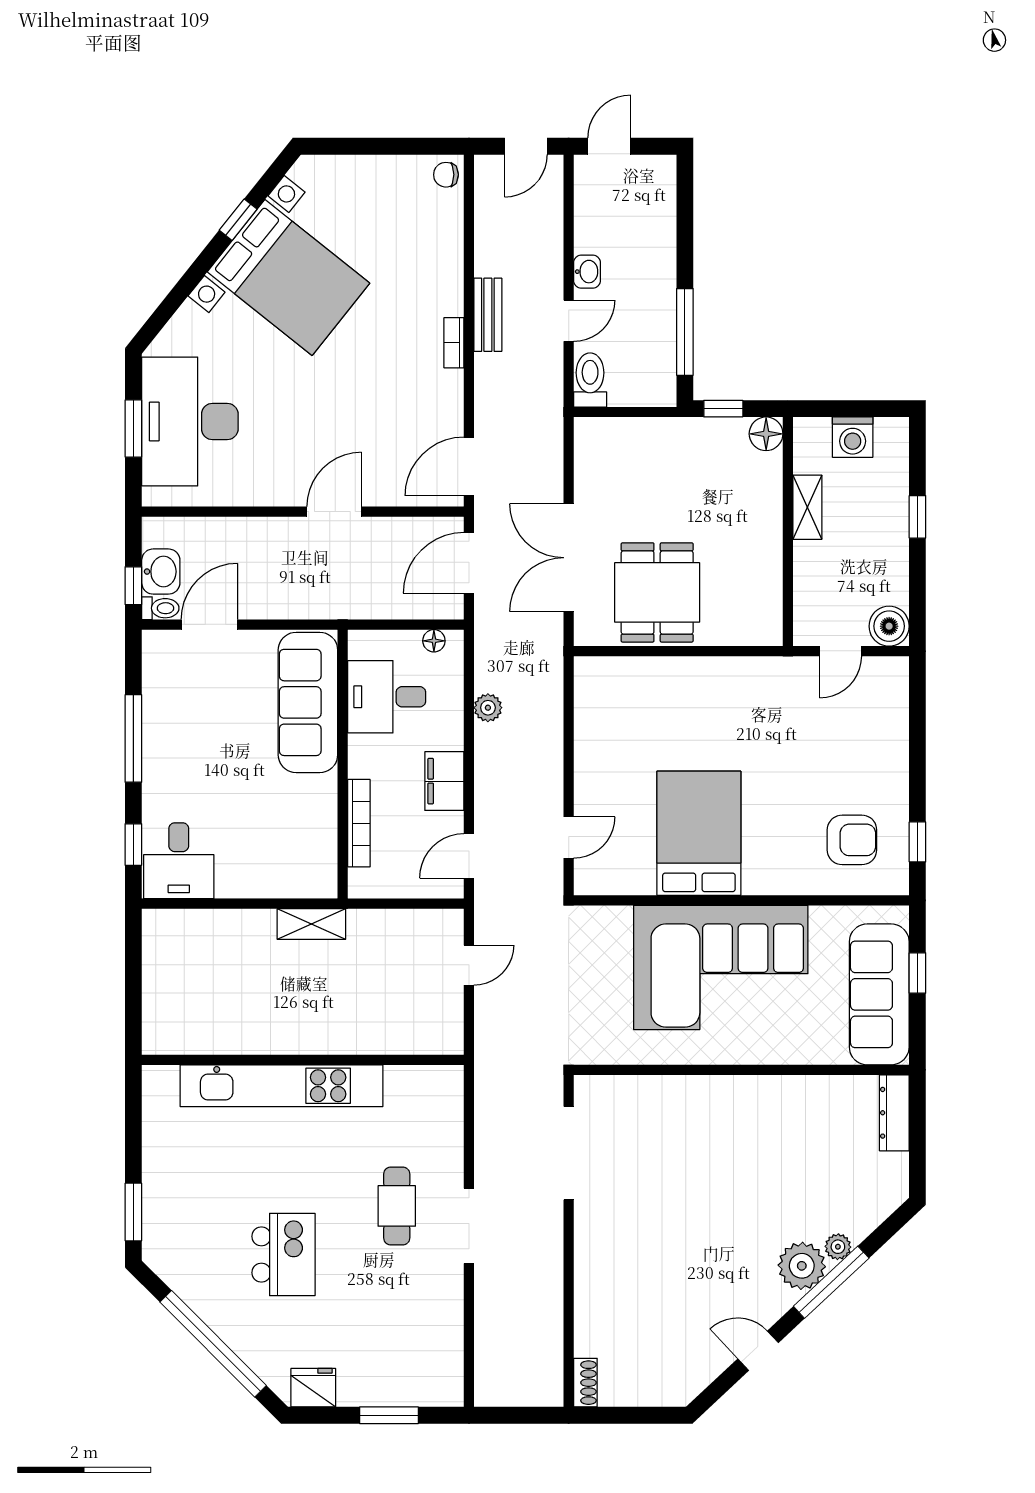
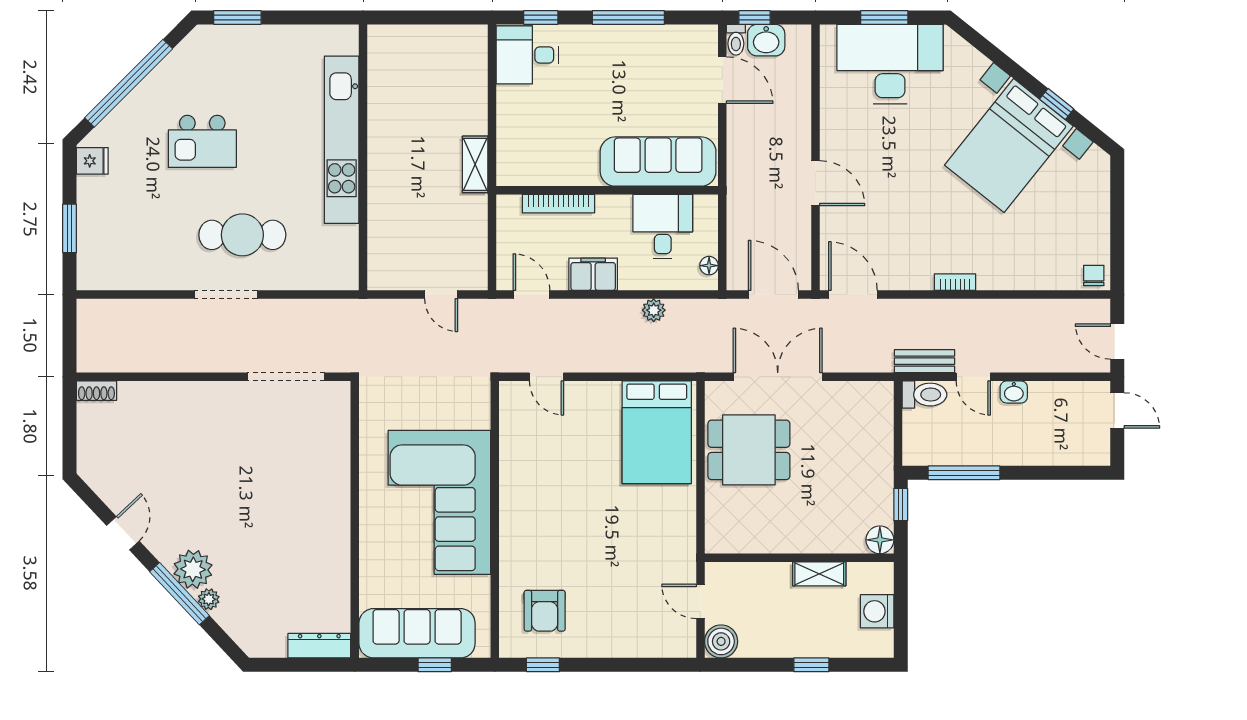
bench: (488, 315) -> (924, 361), moved
bed: (699, 833) -> (657, 432), moved, turned 90
cafe table: (397, 1206) -> (242, 235), width x1.37, depth x1.35
fridge: (313, 1388) -> (92, 161), width x0.72

